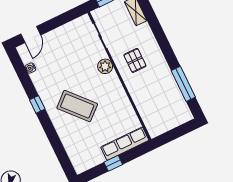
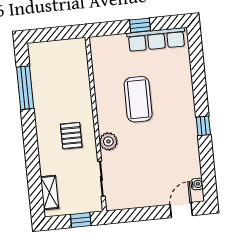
water cooler: (30, 68) -> (197, 184), moved
coffee table: (77, 106) -> (138, 99), moved, turned 42
row of seats: (125, 144) -> (156, 39), moved

